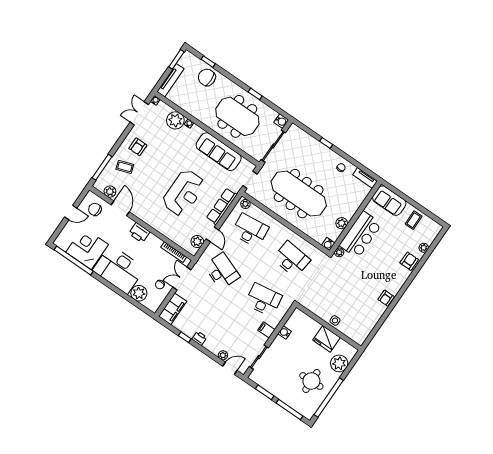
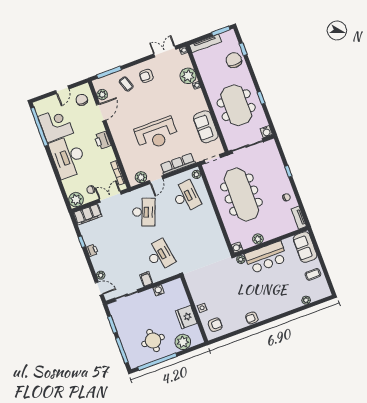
sofa: (219, 152) -> (206, 127), width x0.73
door: (71, 213) -> (62, 90), hinge flipped
desk: (292, 259) -> (202, 240), removed
armchair: (409, 261) -> (215, 325), moved
plant: (139, 293) -> (76, 200), moved

